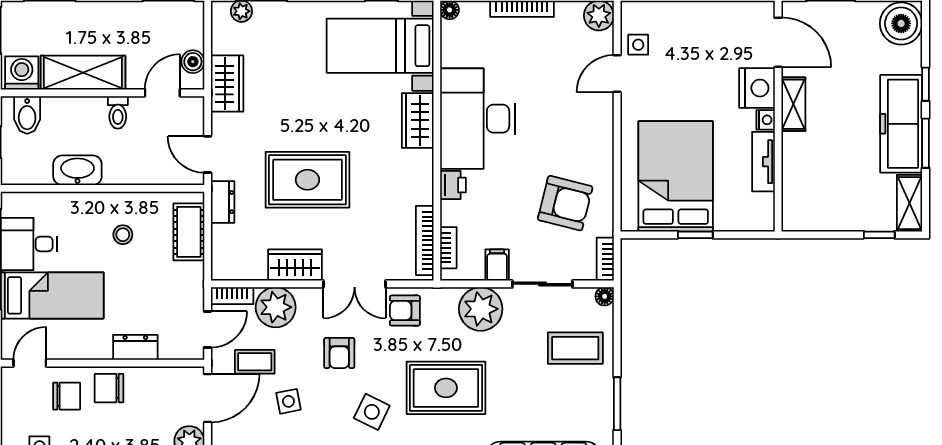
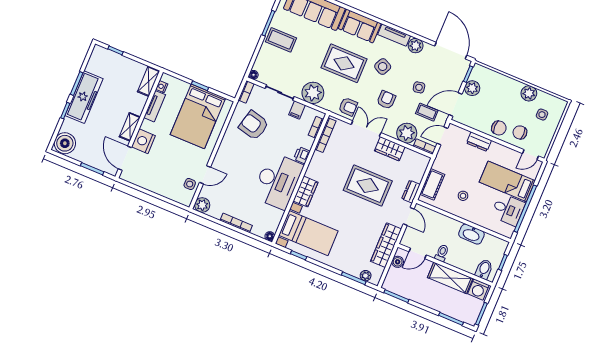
wardrobe: (227, 84) -> (386, 245), width x1.50
nightstand: (766, 120) -> (162, 87), moved
shelving: (910, 203) -> (149, 81), moved
coffee table: (575, 348) -> (281, 40), moved

